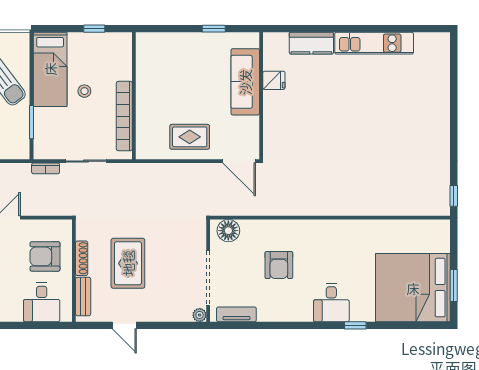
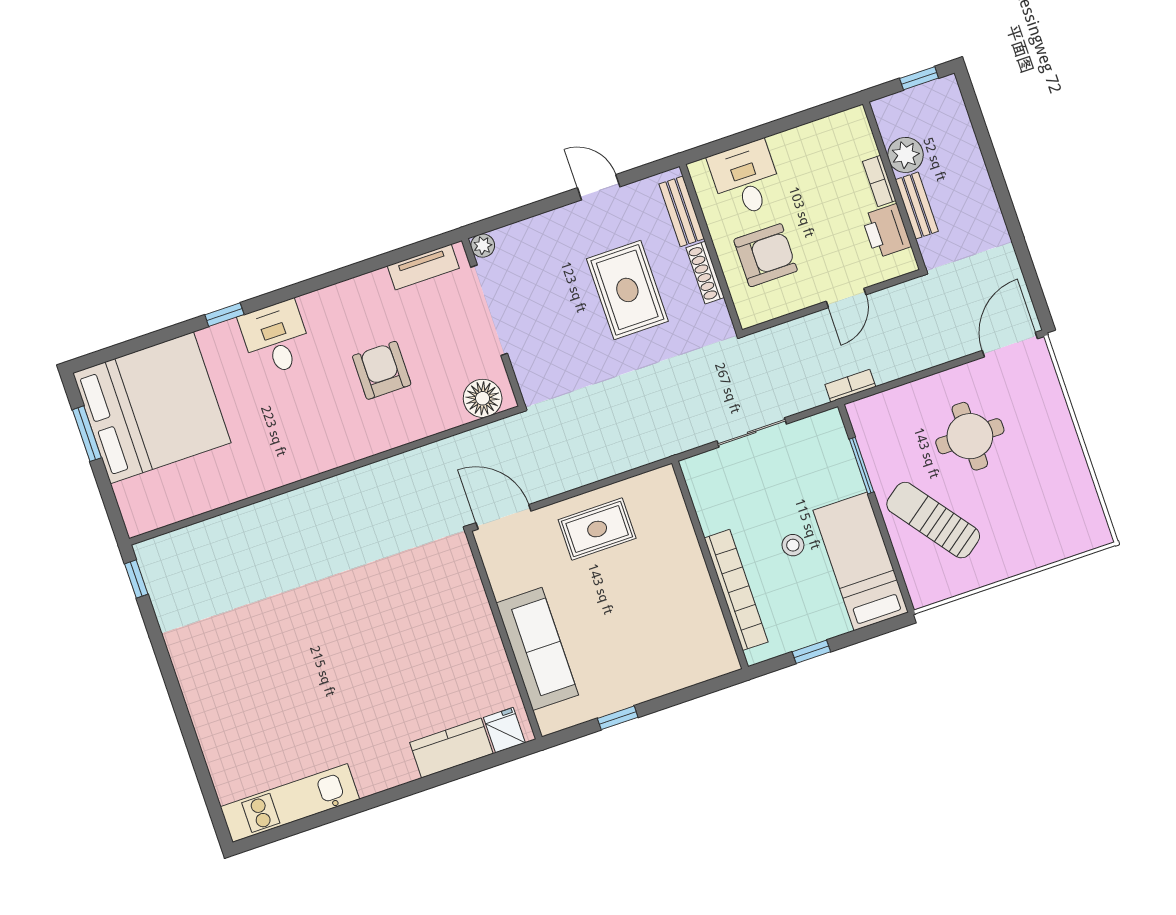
kitchen unit: (374, 43) -> (290, 803), moved
fridge: (274, 80) -> (504, 730), moved, turned 90
bookcase: (124, 116) -> (736, 590), moved
bookcase: (46, 168) -> (850, 386), moved

